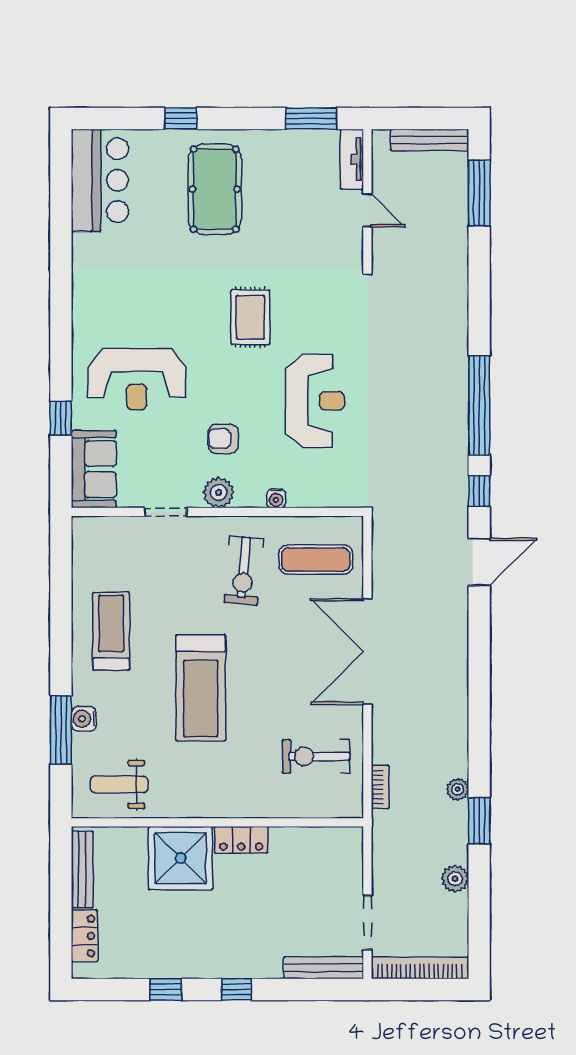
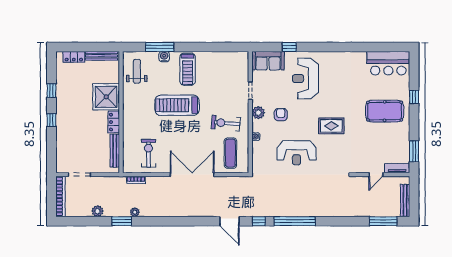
treadmill: (111, 631) -> (188, 69), moved, turned 90
bench: (324, 968) -> (115, 151), moved

